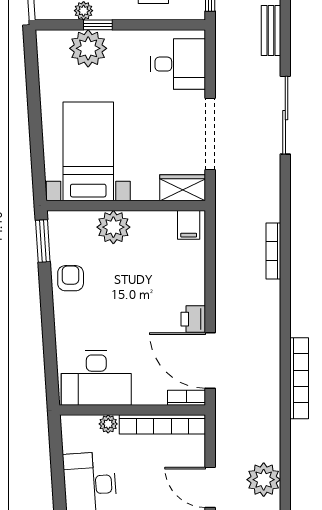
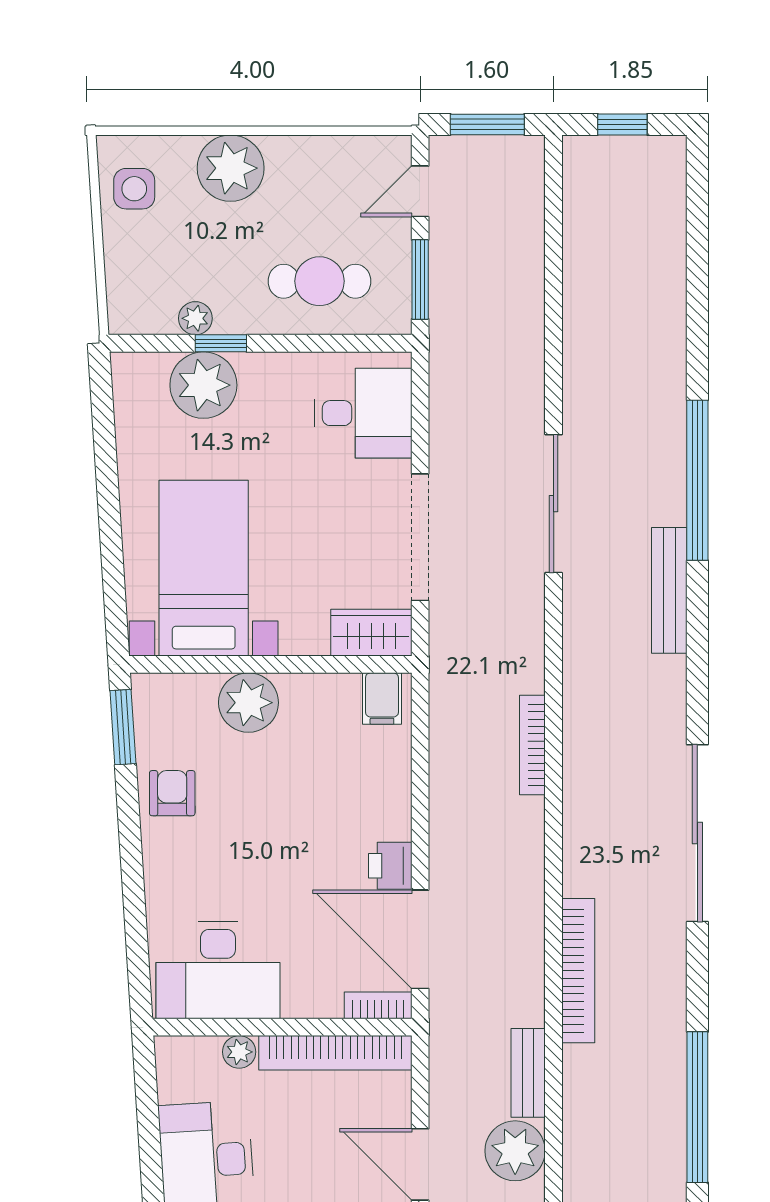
bench: (271, 31) -> (528, 1073), moved

